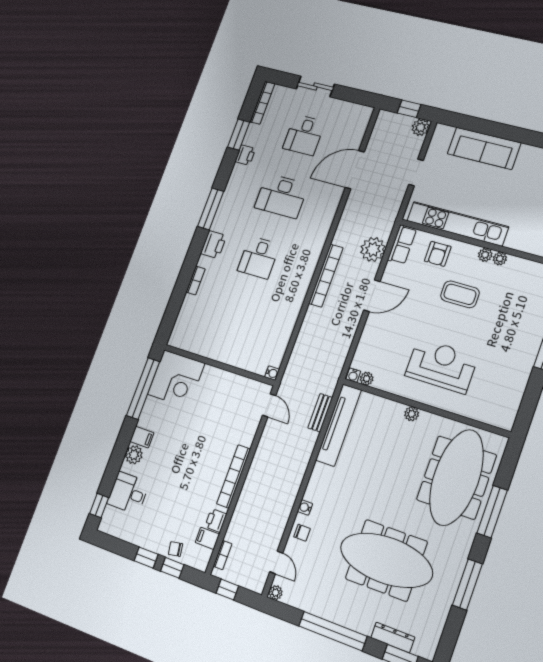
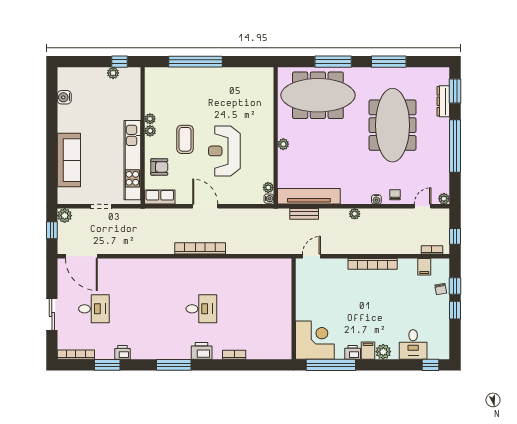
door: (355, 170) -> (81, 256), moved
desk: (281, 196) -> (148, 309), removed
plant: (373, 249) -> (355, 214), moved, width x0.53, depth x0.53
reception desk: (441, 366) -> (224, 151), moved
water cooler: (272, 373) -> (287, 263), removed
printer: (216, 520) -> (353, 352), moved, turned 180

